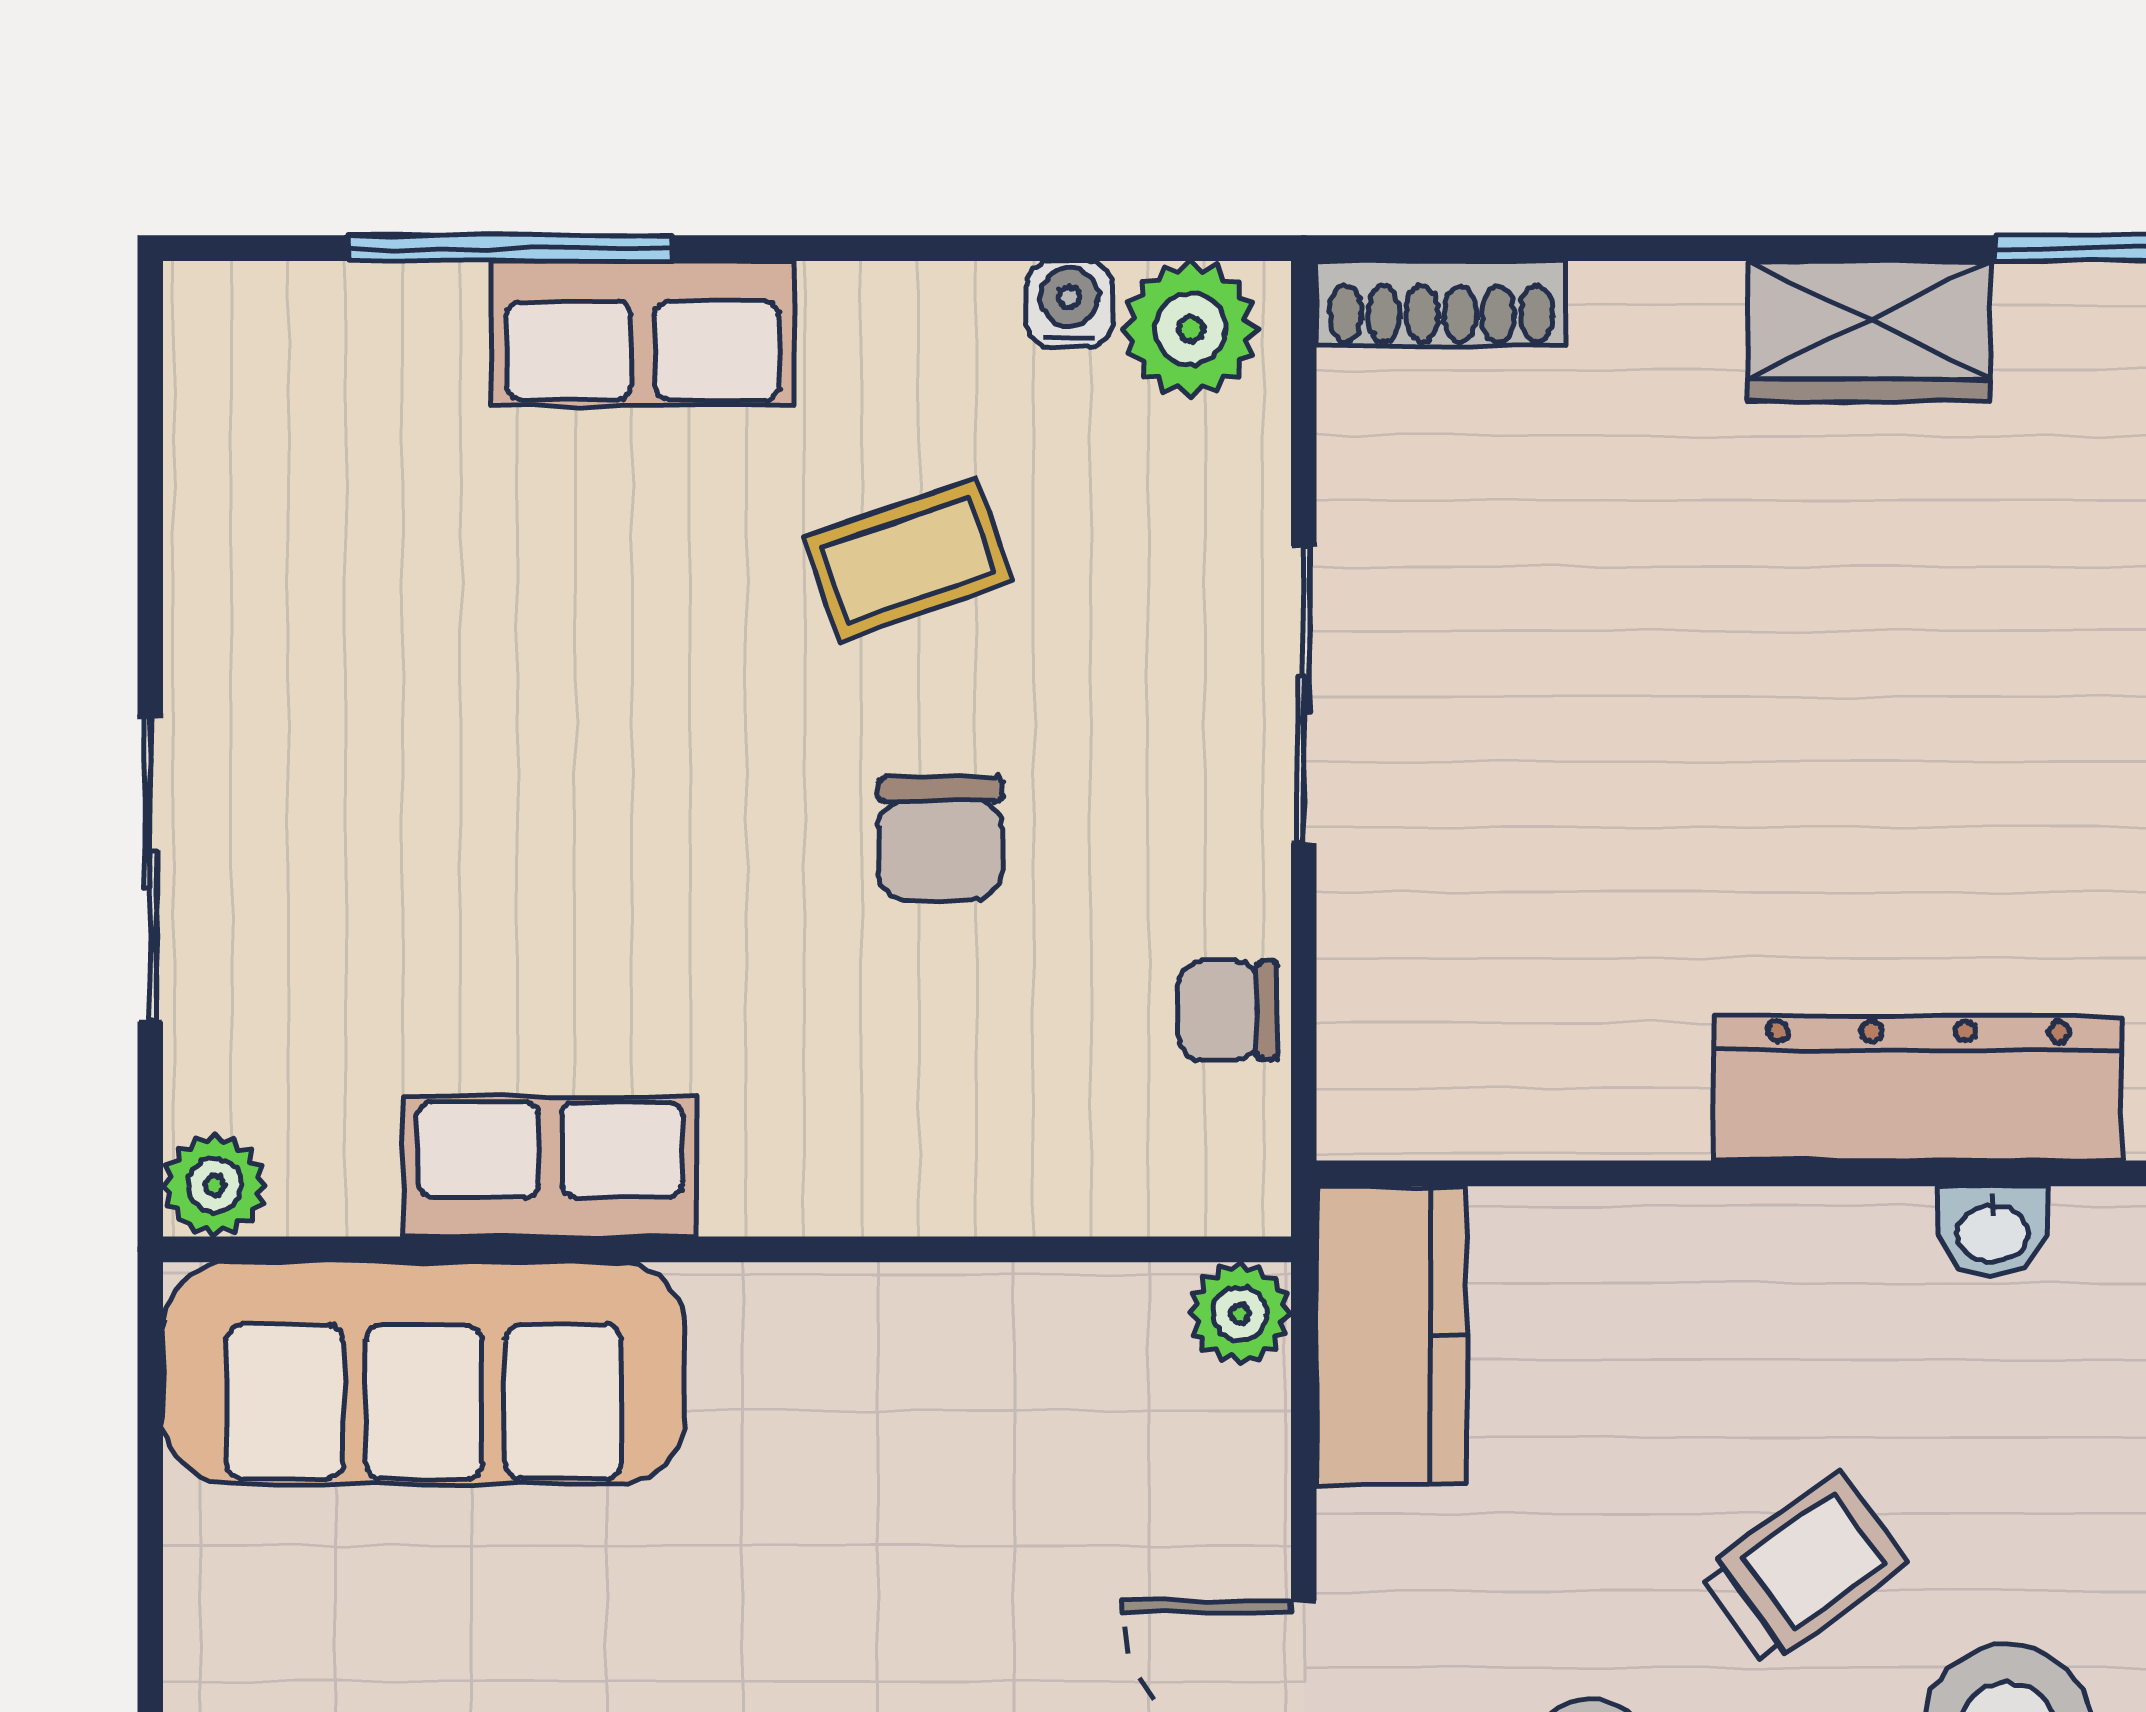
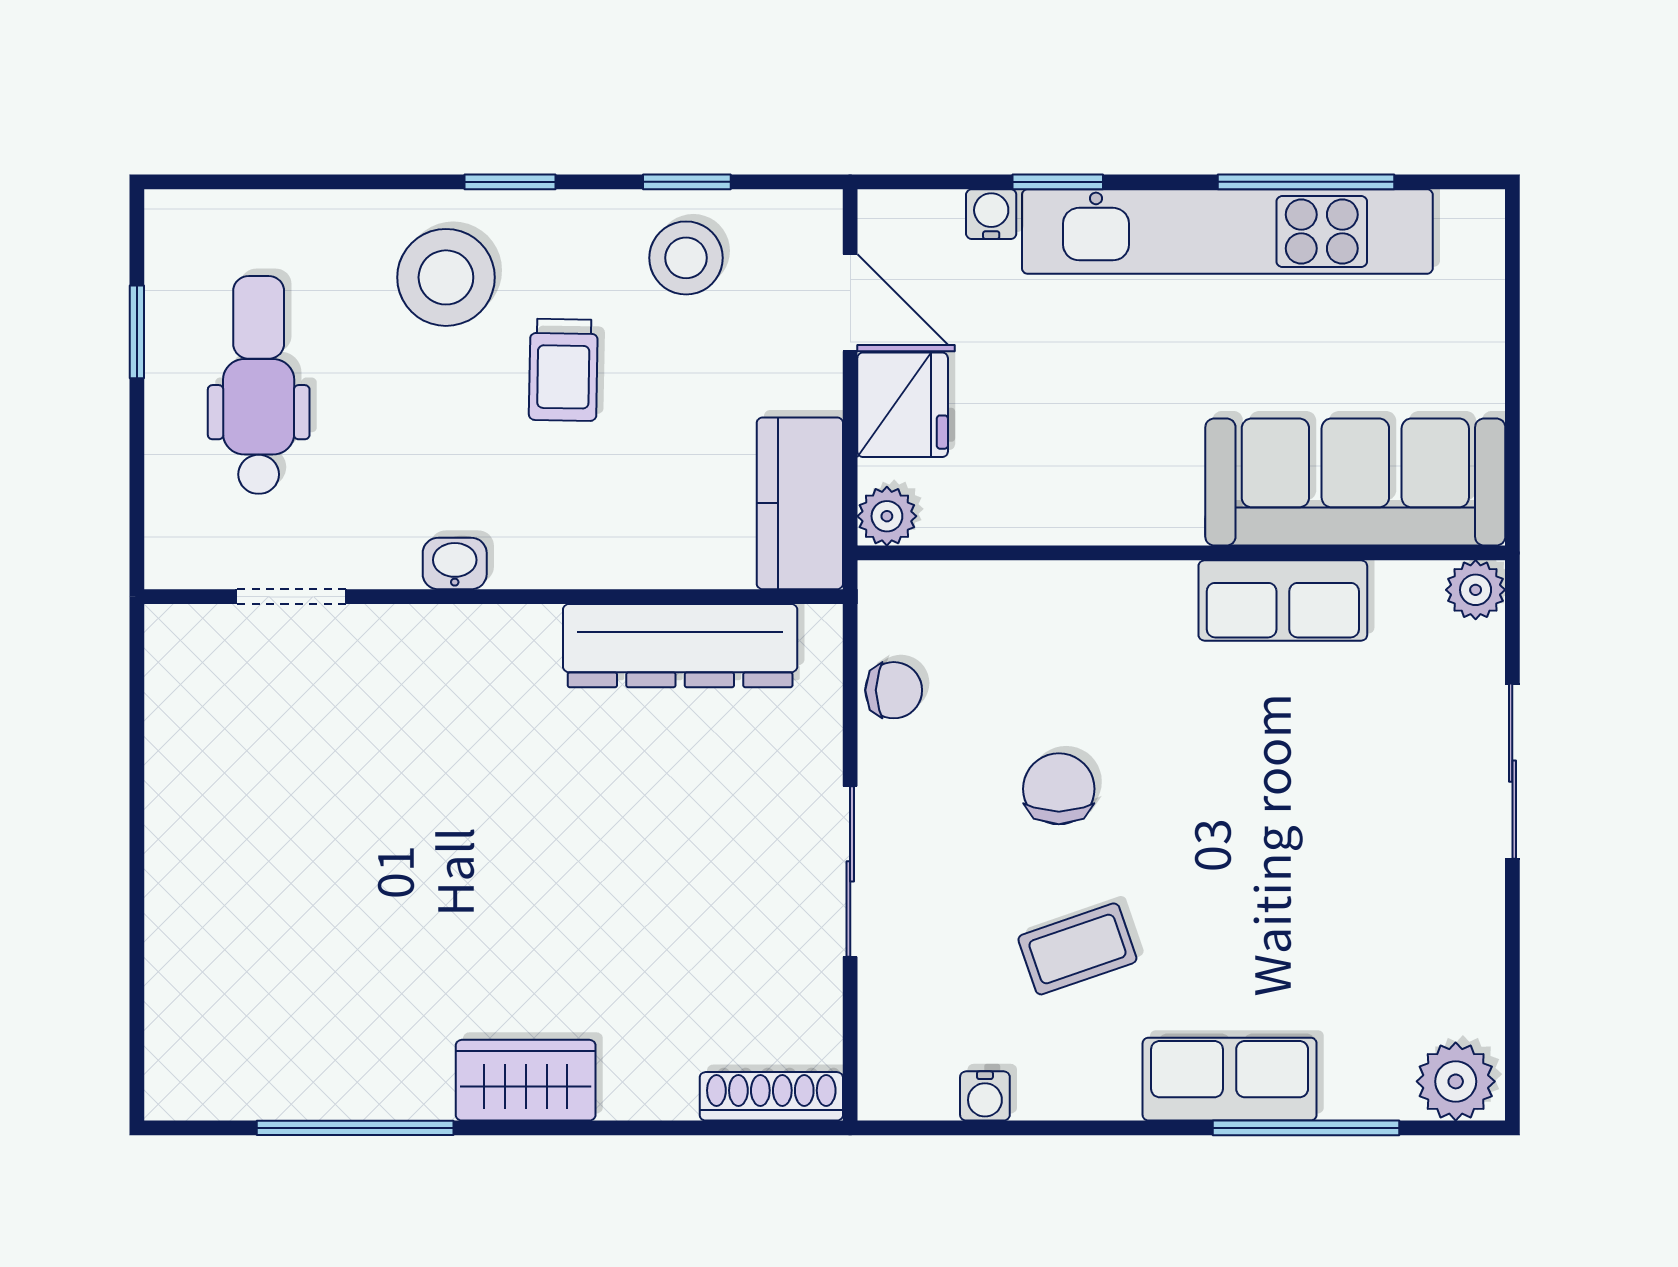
plant: (1190, 329) -> (1456, 1081), moved
dresser: (1918, 1088) -> (680, 646), moved
fridge: (1212, 1507) -> (903, 405), added
trolley: (1803, 1568) -> (563, 370), turned -53

